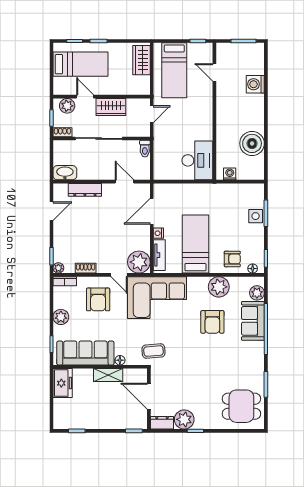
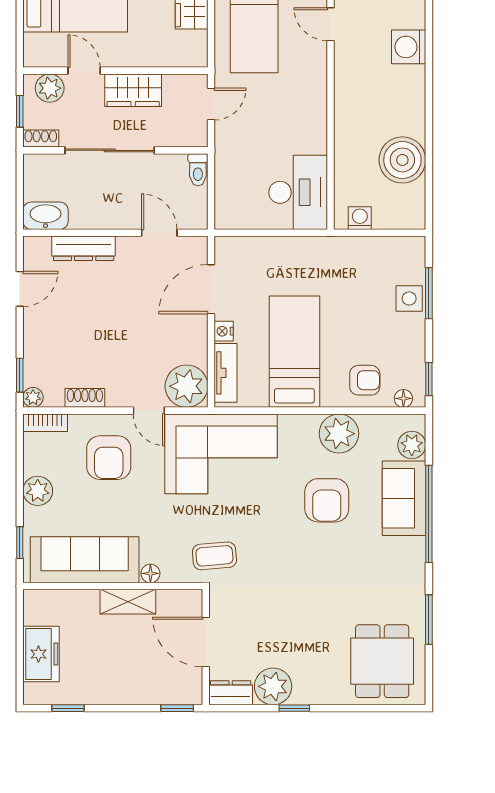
freezer: (63, 383) -> (41, 654), moved
dining table: (241, 406) -> (382, 661), turned 90

